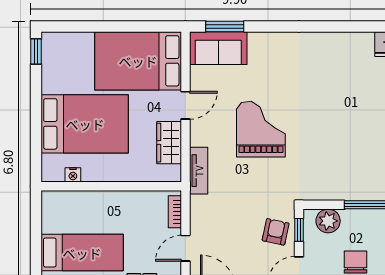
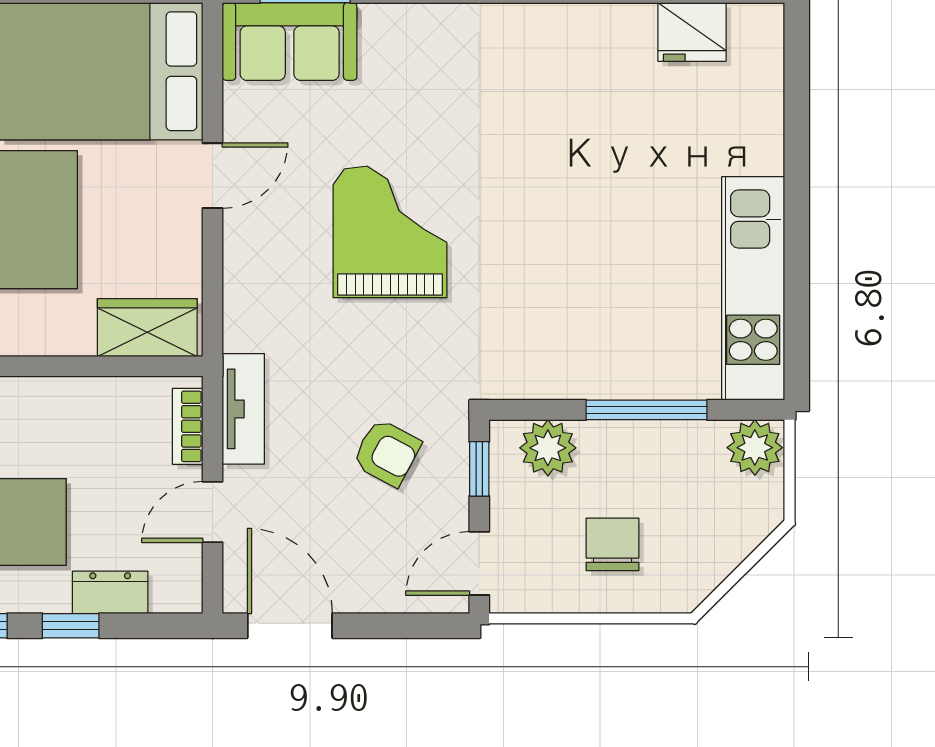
wardrobe: (169, 143) -> (147, 328), moved, turned 90
tv unit: (199, 171) -> (243, 409), moved
armchair: (276, 232) -> (387, 453), moved, turned 106

